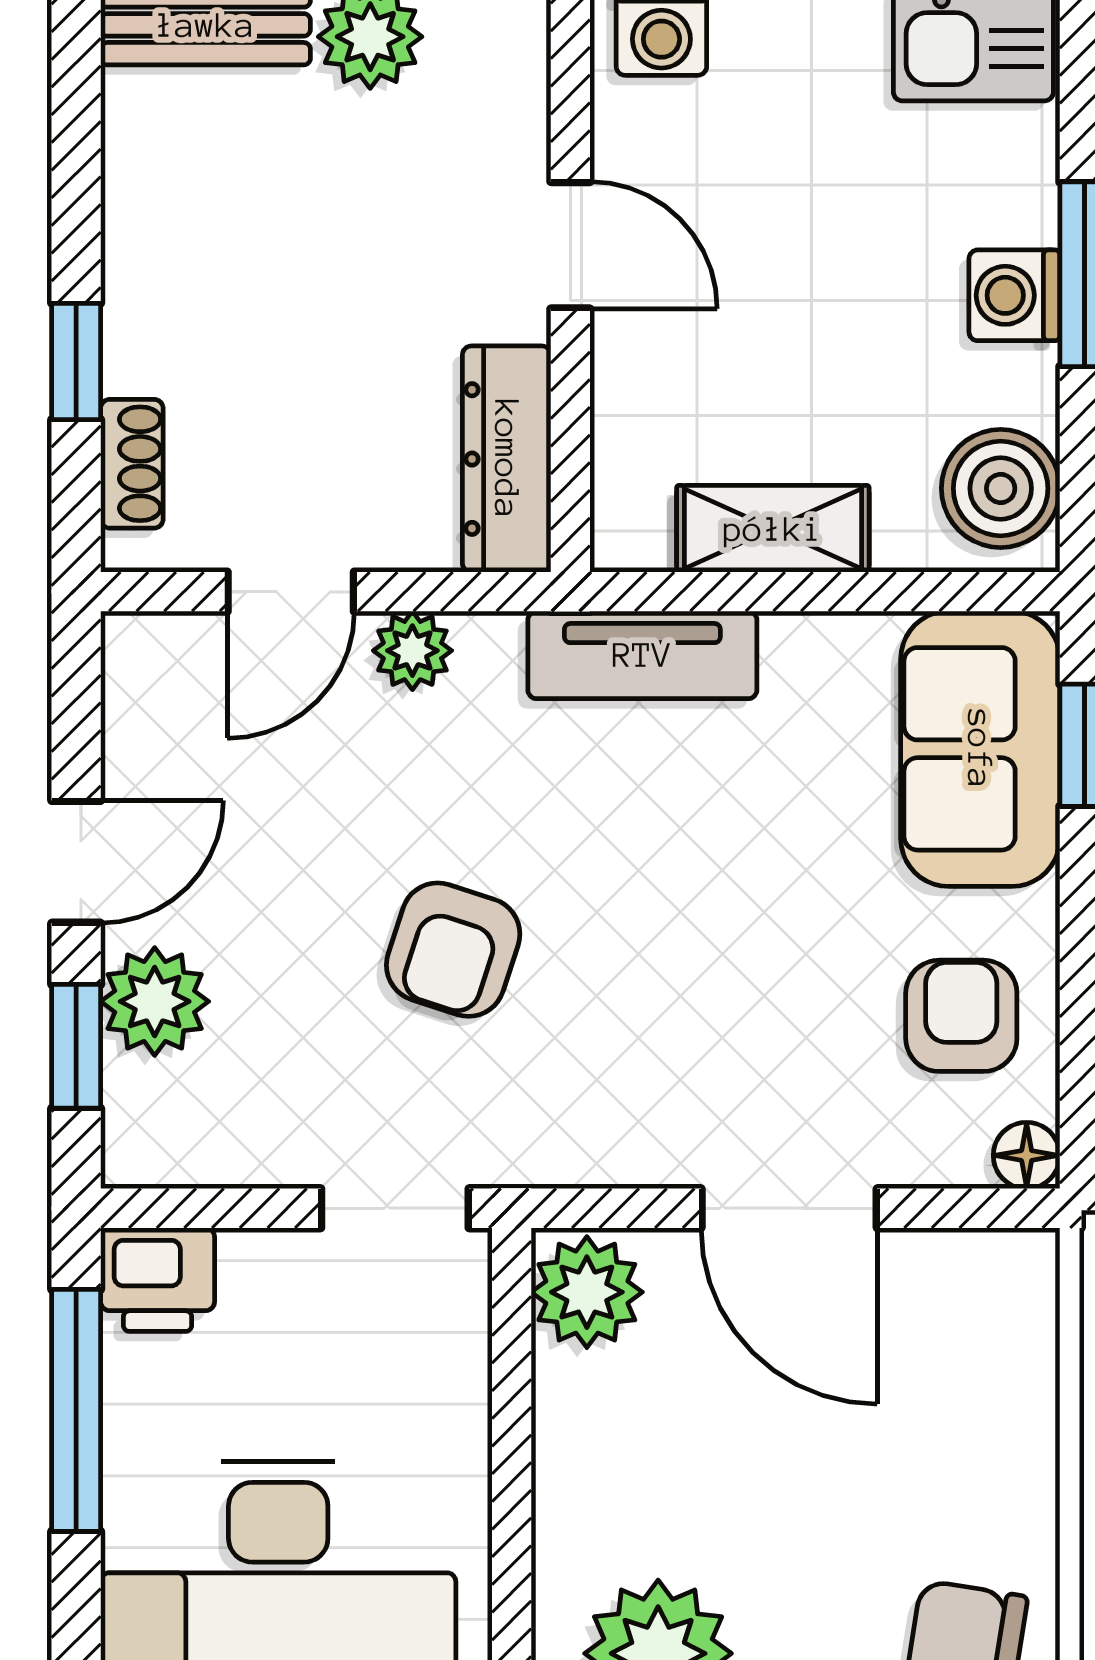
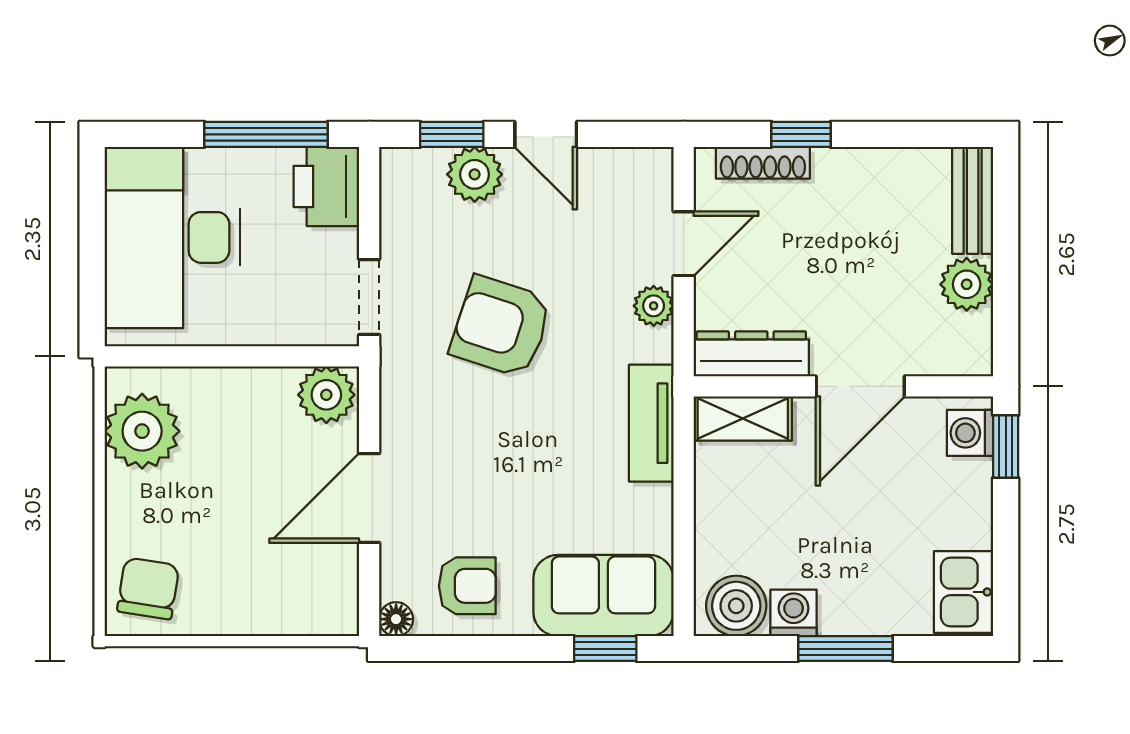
door: (570, 245) -> (860, 386), width x1.38
washing machine: (1014, 295) -> (794, 613), moved
shoe rack: (132, 464) -> (763, 163), width x1.43
shelving: (773, 529) -> (743, 419), moved, turned 90
door: (291, 592) -> (684, 244), swing flipped
armchair: (453, 950) -> (501, 327), width x1.38, depth x1.38
printer: (158, 1280) -> (326, 186), width x1.36, depth x1.24

